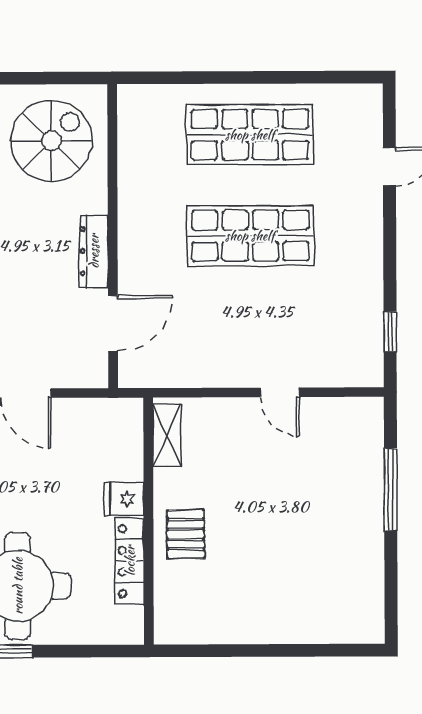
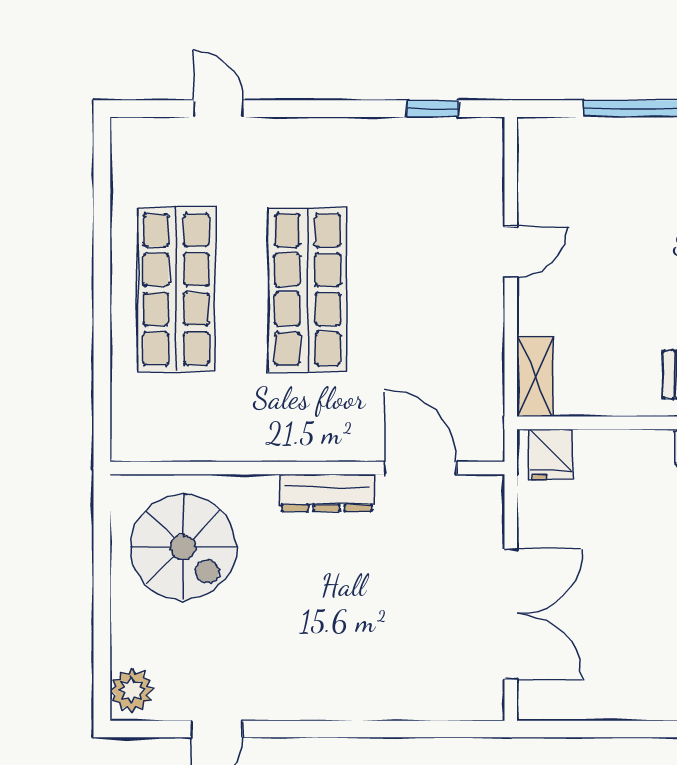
spiral stairs: (51, 141) -> (183, 547), turned 180
shelving: (167, 435) -> (535, 376), moved, turned 90
fridge: (124, 499) -> (551, 455), moved

